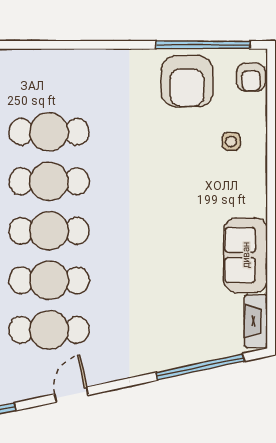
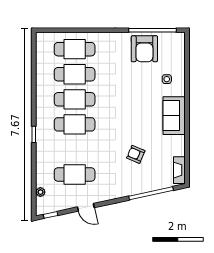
armchair: (251, 77) -> (136, 154), moved, turned 113
sofa: (246, 255) -> (174, 116), moved
cafe table: (49, 280) -> (75, 49), moved
door: (71, 395) -> (86, 207), swing flipped

